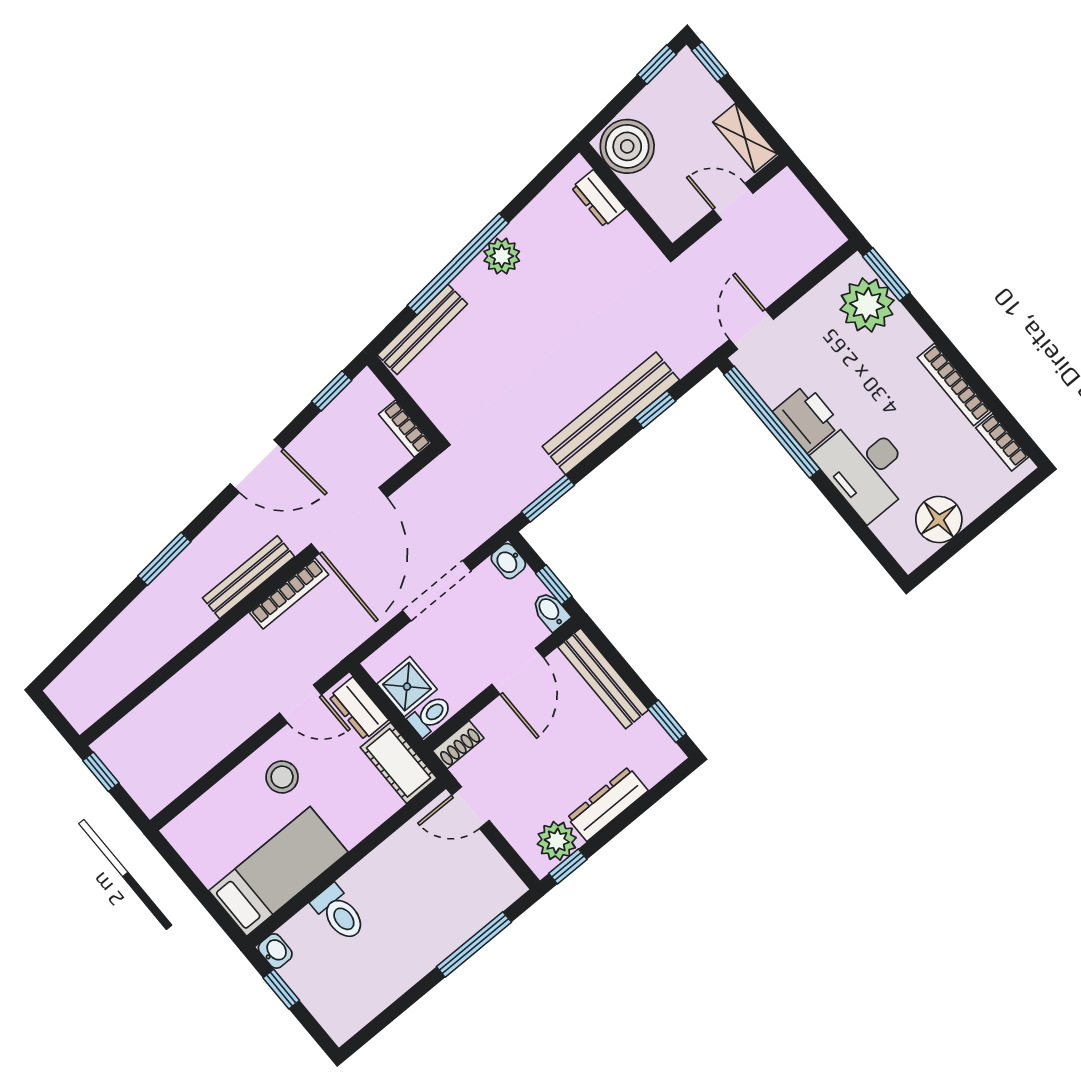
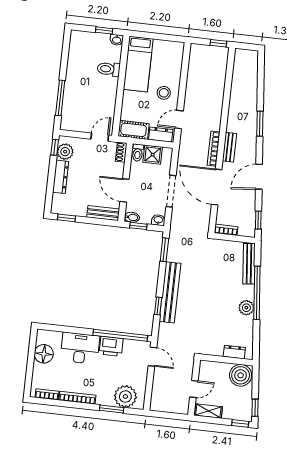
window: (886, 274) -> (112, 409), moved
bench: (249, 577) -> (229, 147), width x0.73
bench: (603, 678) -> (103, 213), width x0.73

